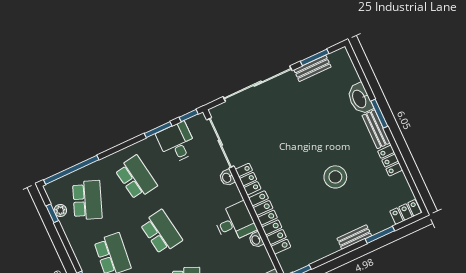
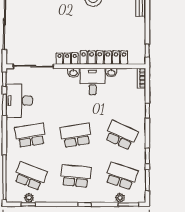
desk: (177, 143) -> (19, 101), width x1.37
washbasin: (227, 178) -> (74, 73), moved

